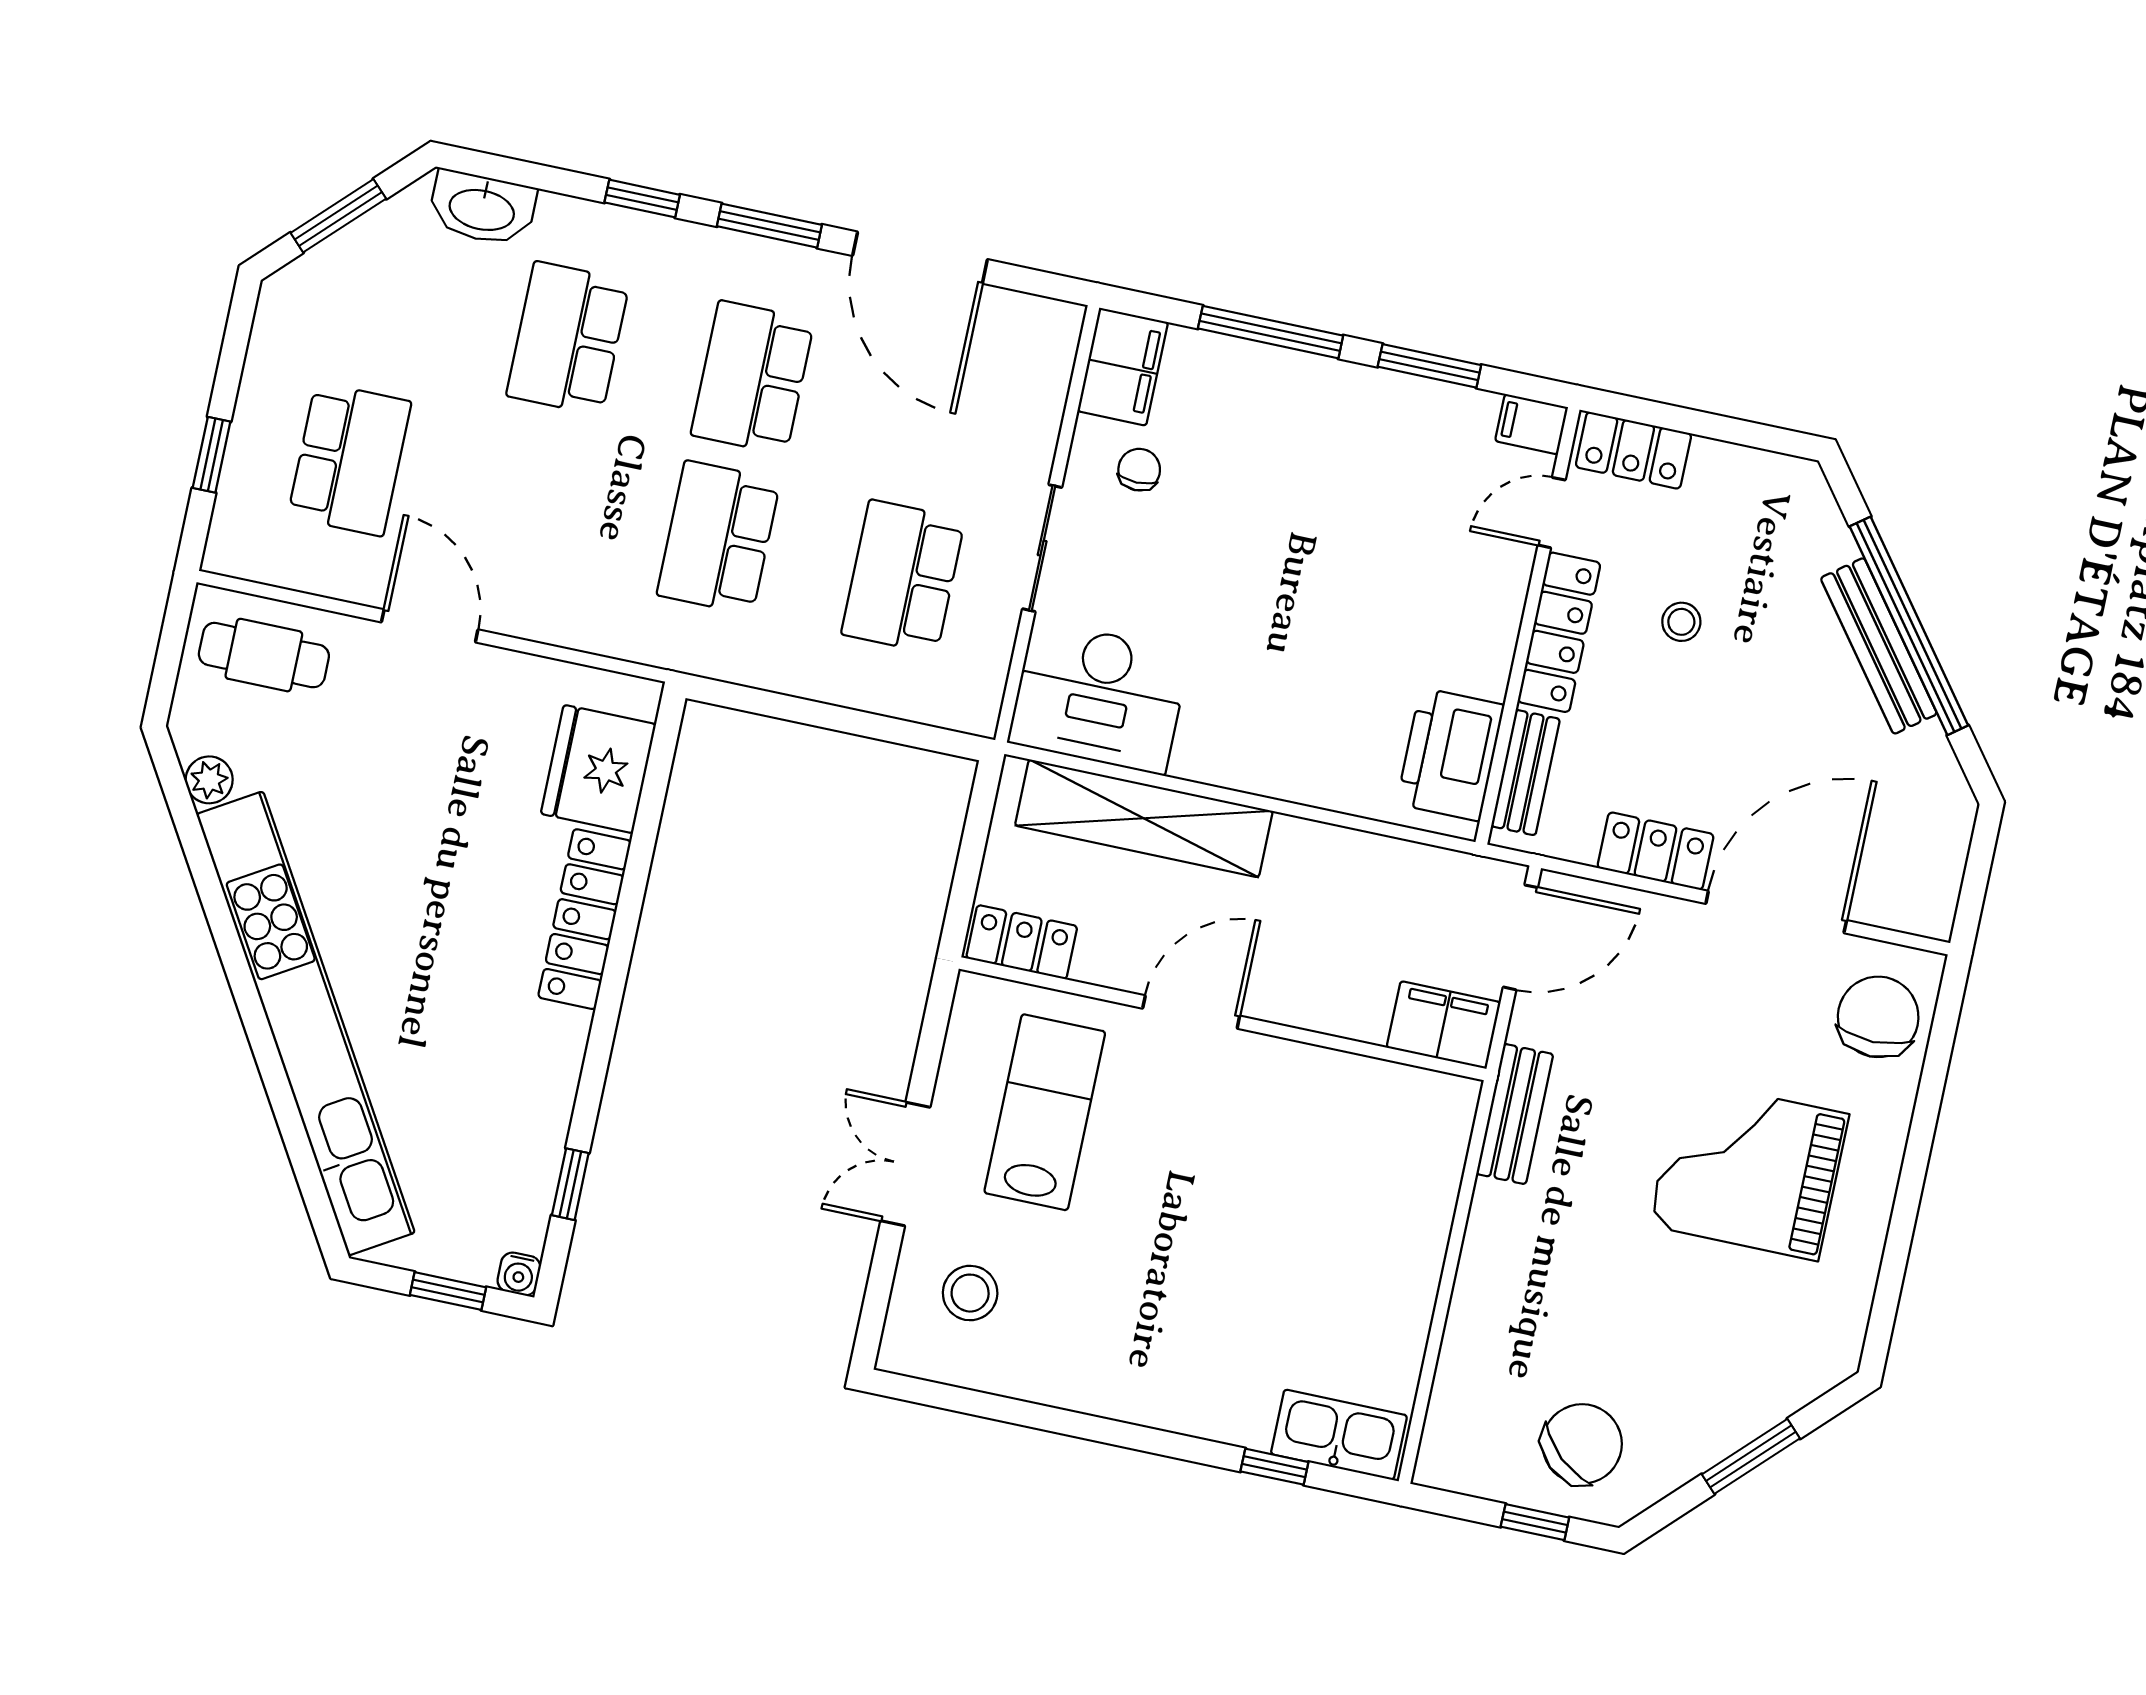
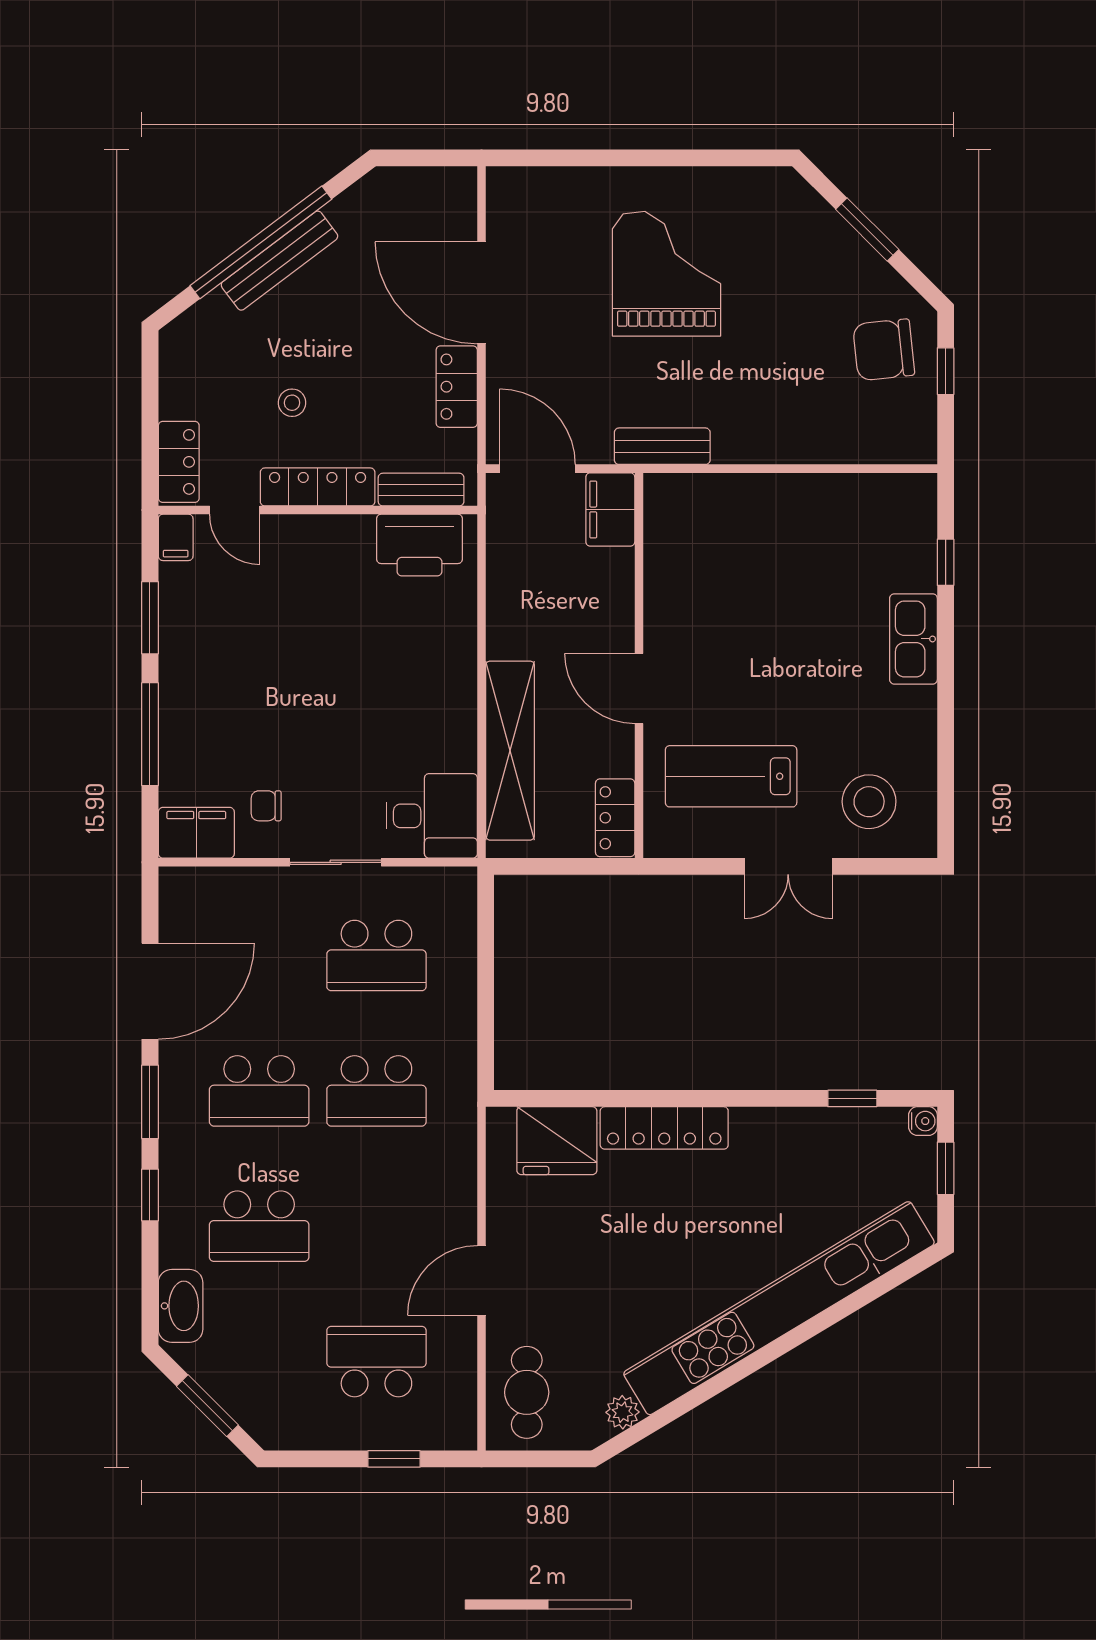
desk: (1099, 697) -> (432, 816), width x0.73
chair: (1878, 1017) -> (540, 206), removed
grand piano: (1749, 1170) -> (666, 274), turned 180
stool: (970, 1293) -> (869, 802), width x1.38, depth x1.38
kitchen sink: (1339, 1435) -> (913, 639), moved
chair: (1582, 1444) -> (884, 350), turned -48

